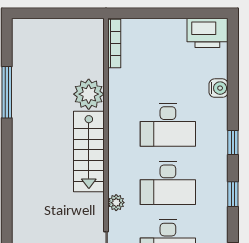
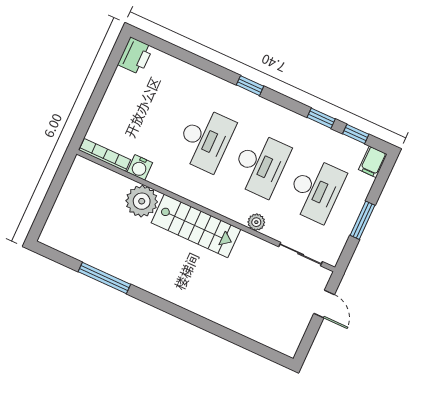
printer: (207, 33) -> (135, 56), width x0.73, depth x0.84
water cooler: (219, 88) -> (140, 167), moved, turned 180
window: (233, 194) -> (321, 118), moved

